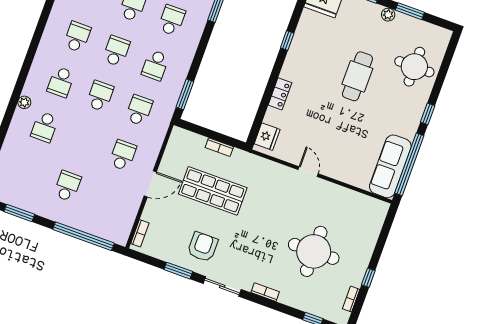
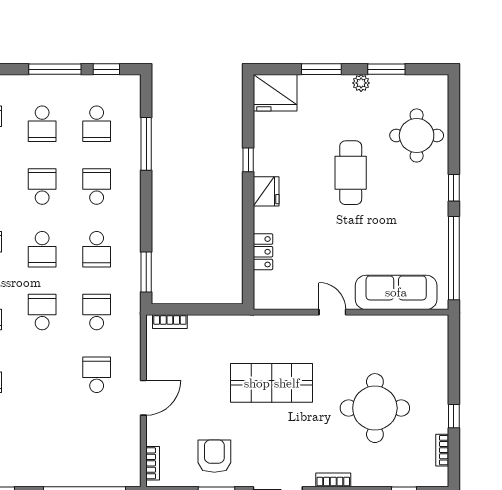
school desk: (116, 51) -> (42, 249), turned 180
locker: (280, 94) -> (263, 252), moved
fridge: (267, 137) -> (266, 191), moved
bookcase: (219, 147) -> (170, 322), moved
sofa: (390, 166) -> (396, 292), moved, turned 90
school desk: (67, 186) -> (42, 437), removed
shop shelf: (213, 191) -> (272, 383), moved
armchair: (203, 247) -> (214, 456), moved

